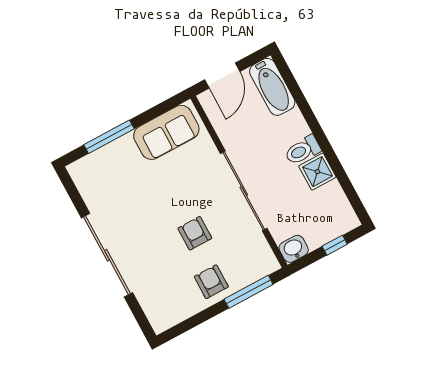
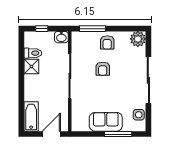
sofa: (166, 132) -> (106, 122), moved
toilet: (303, 150) -> (33, 53), moved
side table: (92, 188) -> (139, 115), added
plant: (162, 316) -> (138, 39), added

